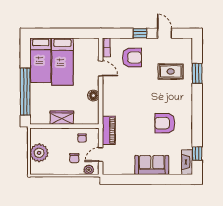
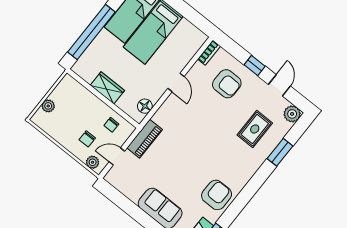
plant: (186, 44) -> (292, 114), added
door: (101, 68) -> (176, 82), moved
rug: (171, 71) -> (255, 129), turned 90
floor lamp: (93, 96) -> (145, 106), moved
armchair: (165, 123) -> (217, 195), moved, turned 90
plant: (39, 153) -> (48, 106), width x0.53, depth x0.53

